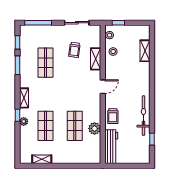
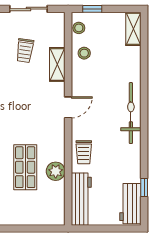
shelving: (145, 51) -> (133, 29), moved
bicycle: (144, 116) -> (131, 113), moved
workbench: (143, 150) -> (130, 204), added

